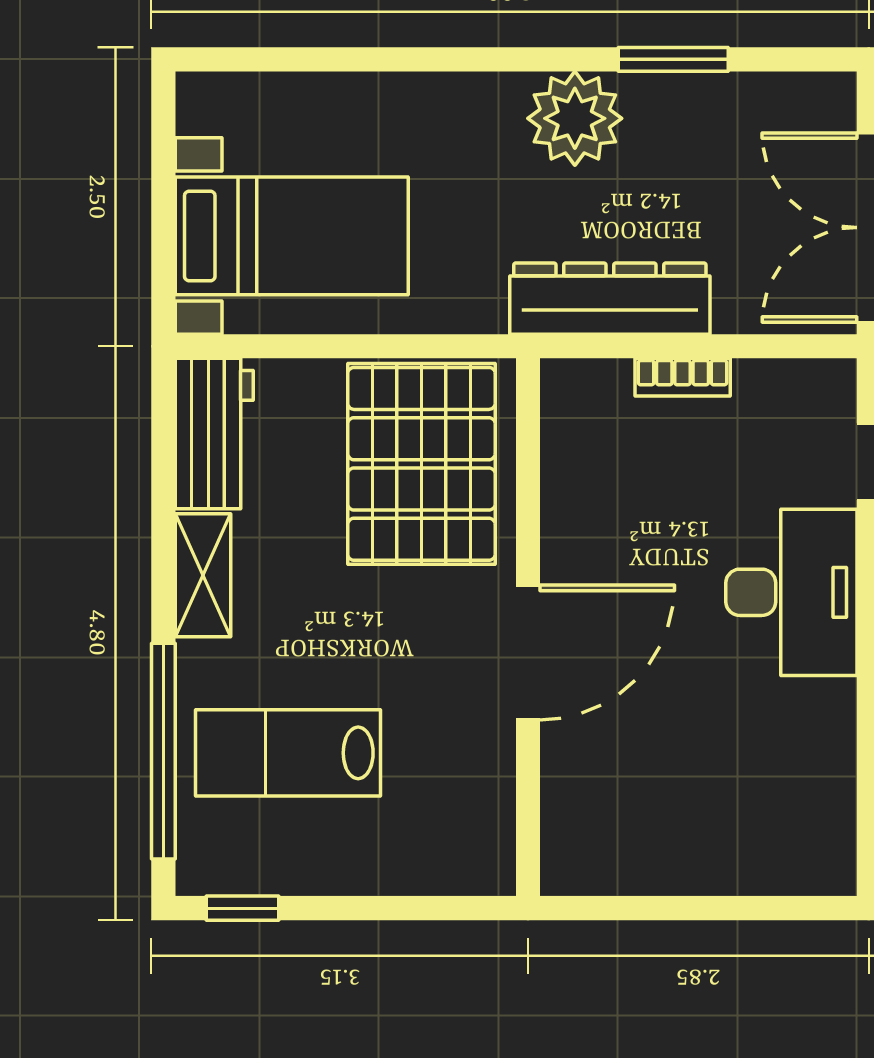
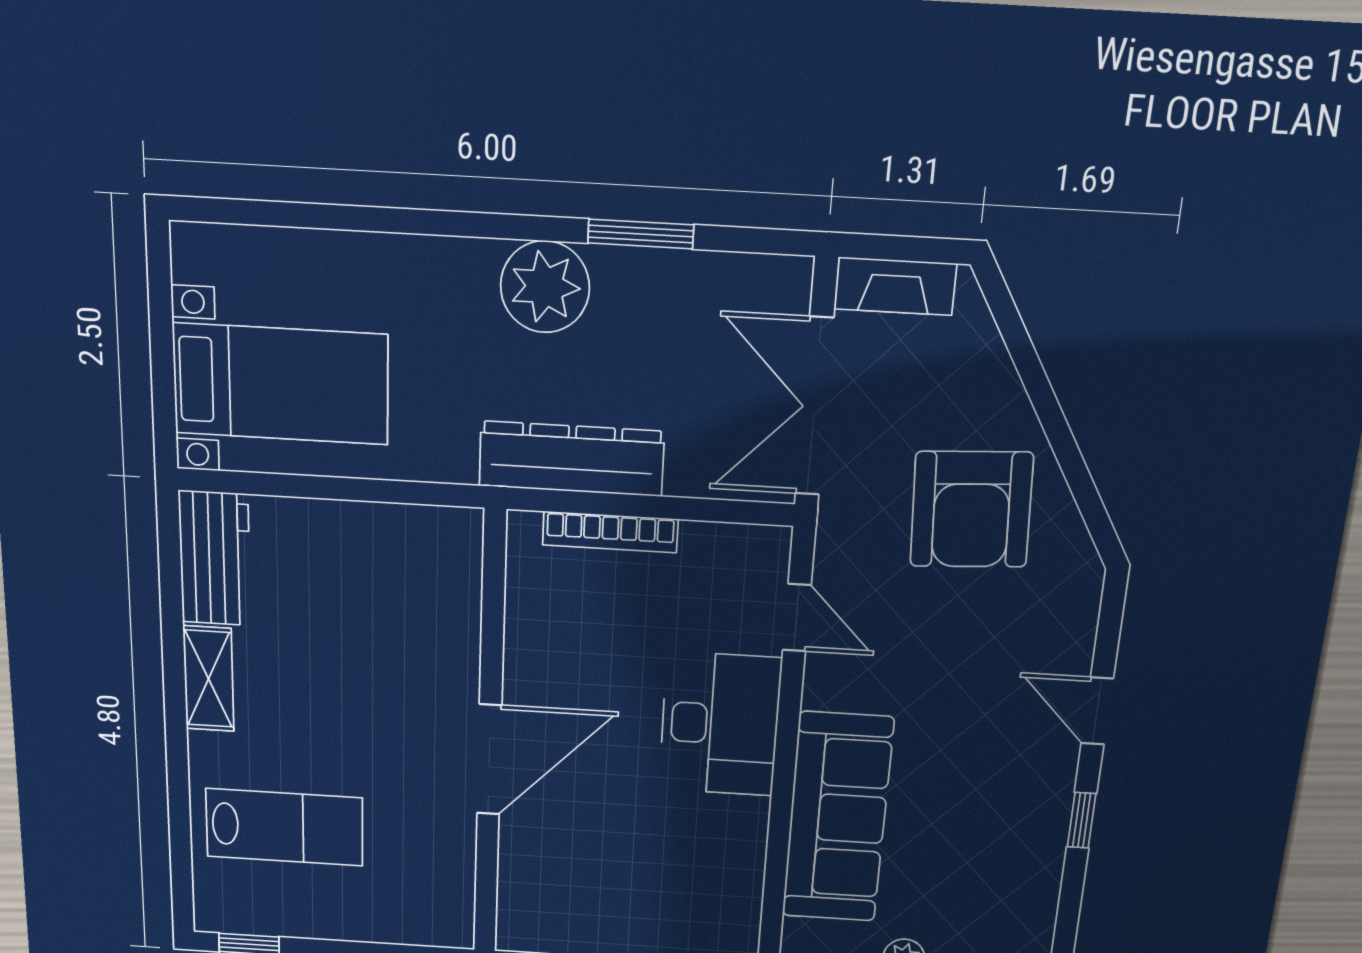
bookcase: (683, 377) -> (610, 532), width x1.56
pallet: (421, 464) -> (399, 596), removed
window: (163, 751) -> (179, 819), removed
lab bench: (288, 753) -> (284, 827), turned 180

